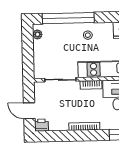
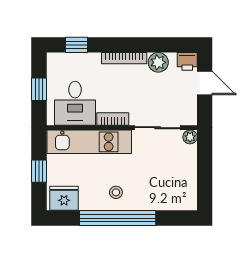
window: (68, 18) -> (118, 218), moved
plant: (37, 34) -> (190, 137), moved
plant: (61, 124) -> (158, 62), added

